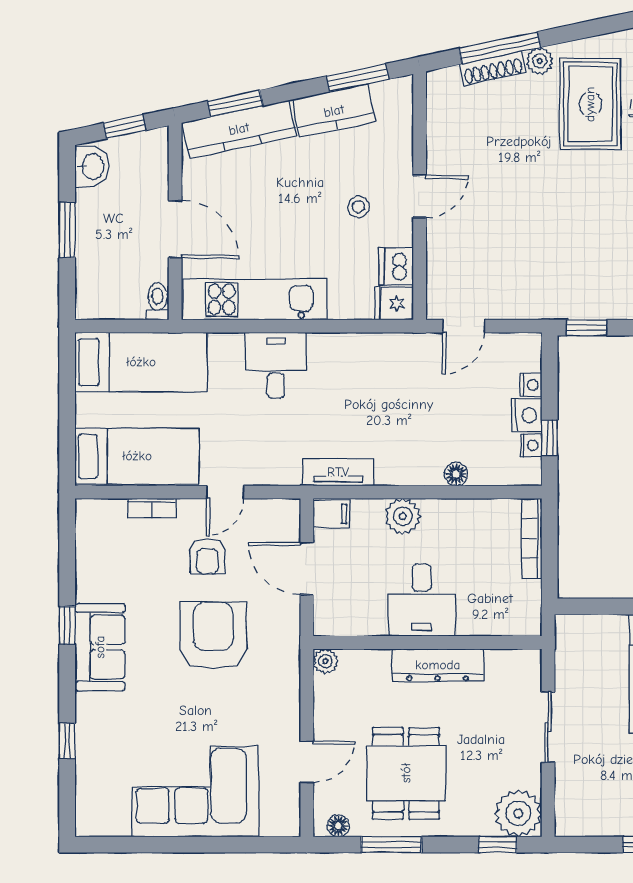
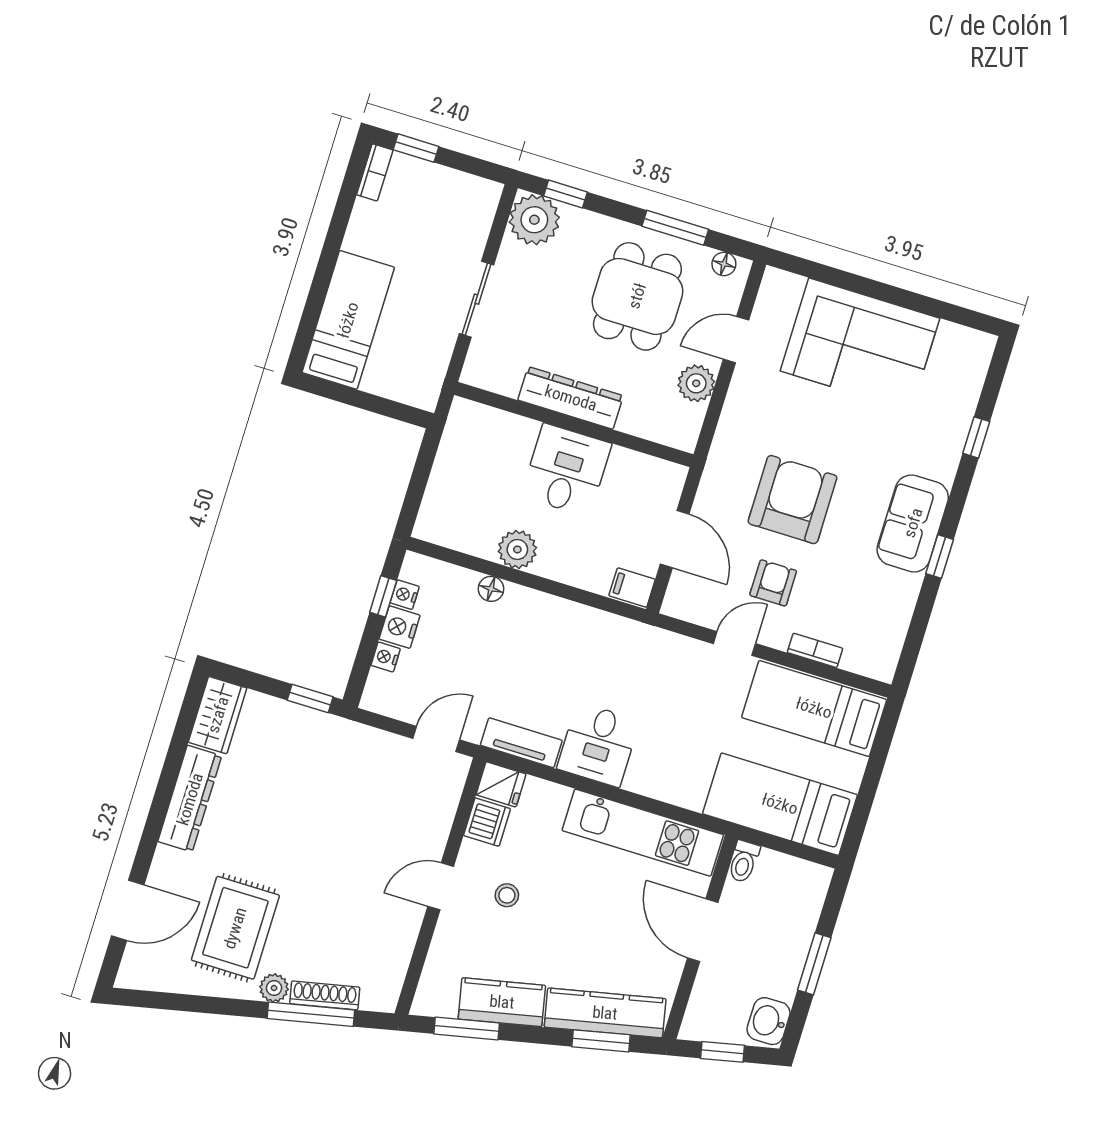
desk: (276, 365) -> (598, 745), moved
tv unit: (338, 472) -> (521, 743), moved, turned 180
plant: (403, 516) -> (517, 549), moved
bookcase: (532, 538) -> (434, 499), removed
armchair: (213, 636) -> (792, 500), turned 180
plant: (326, 661) -> (696, 383), moved, width x1.38, depth x1.38

